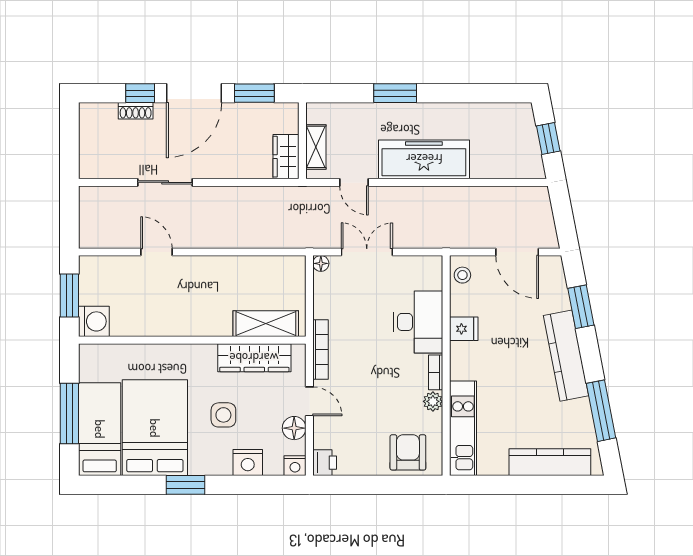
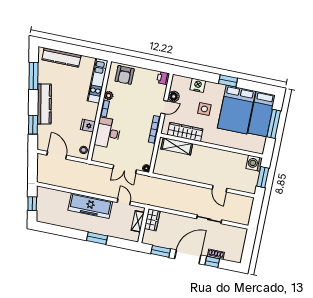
door: (309, 401) -> (164, 107), swing flipped
nightstand: (295, 466) -> (177, 79), removed

